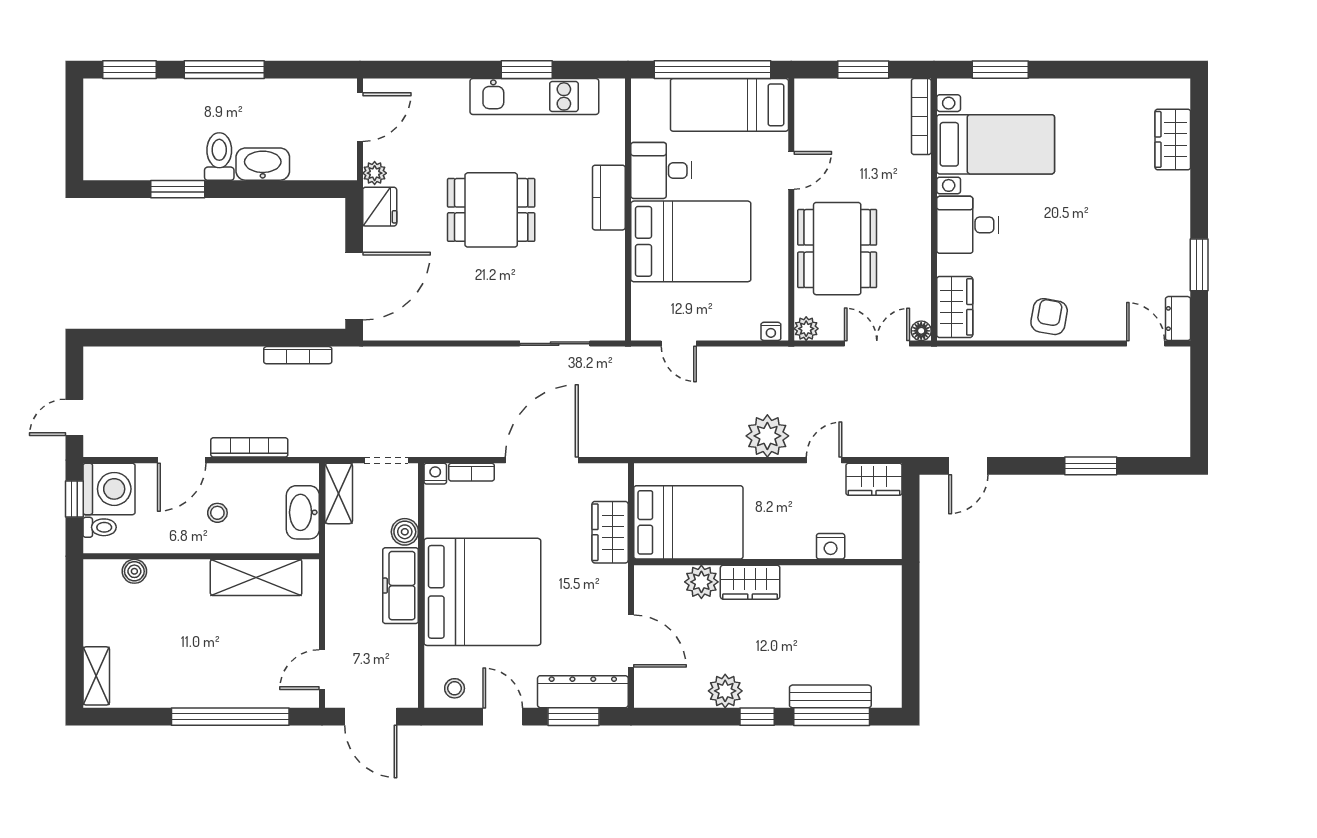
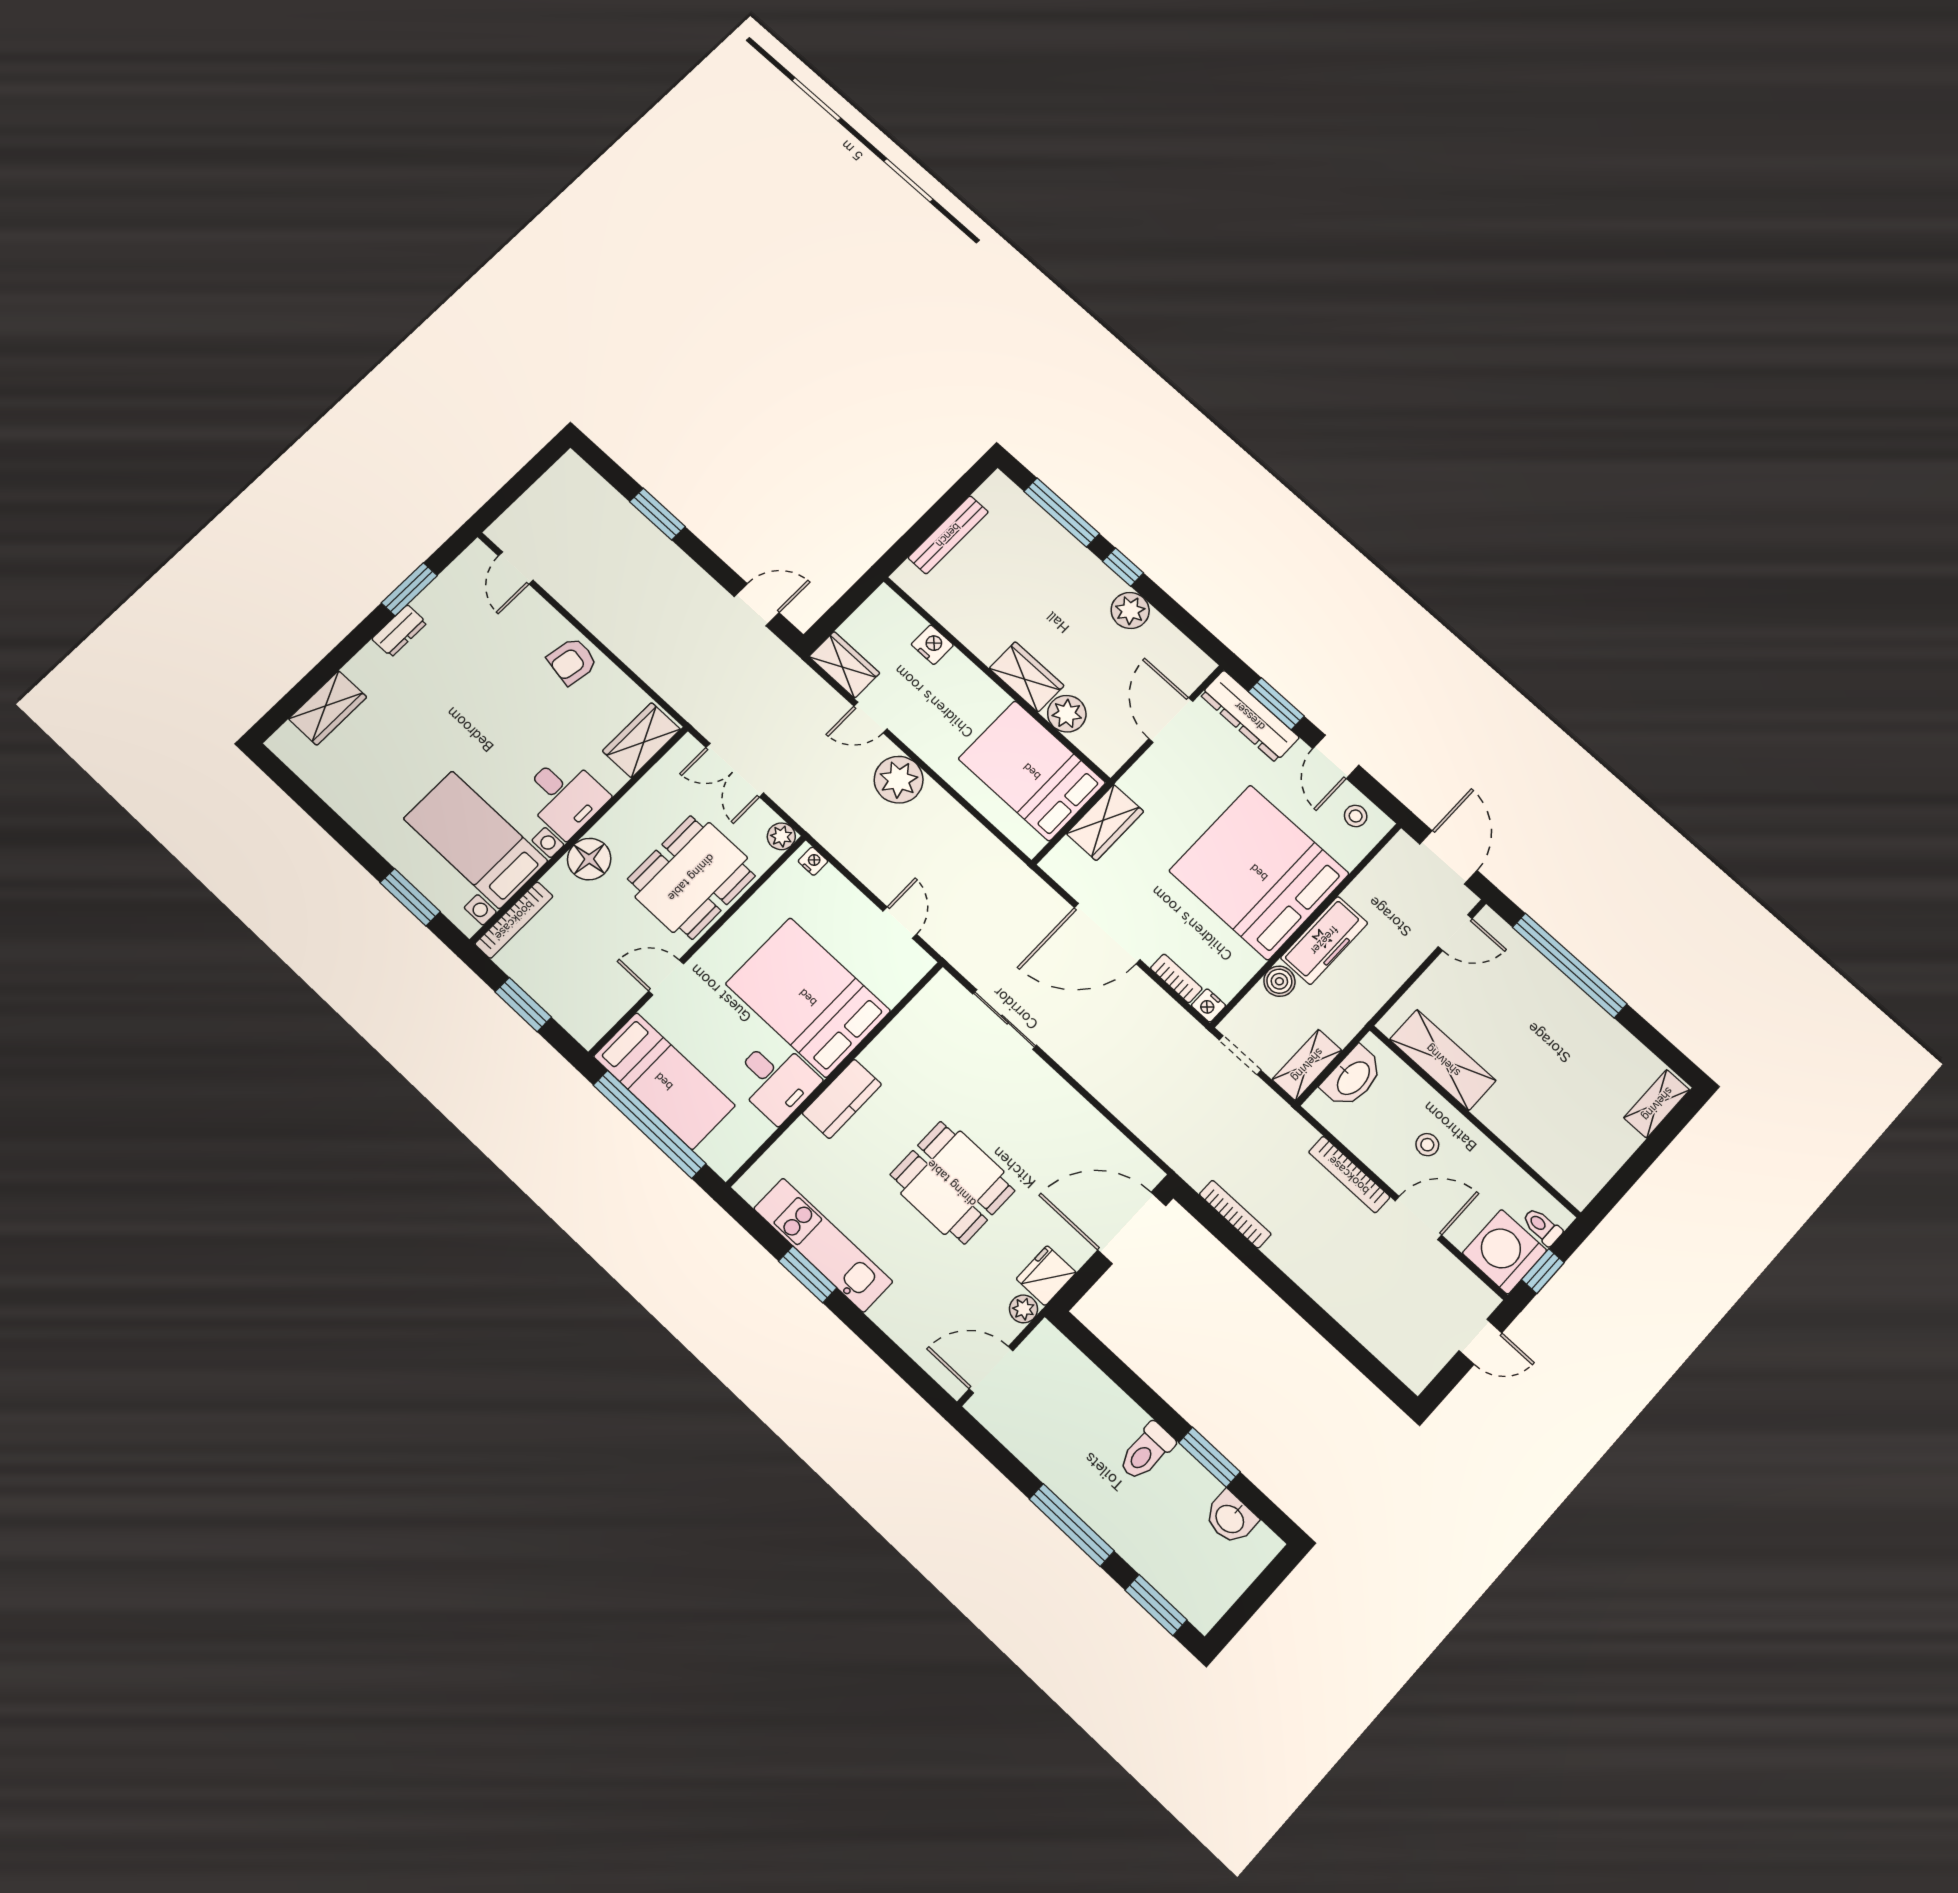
washbasin: (263, 164) -> (1231, 1518), moved, width x0.72
dresser: (1178, 319) -> (399, 631), moved
floor lamp: (921, 331) -> (589, 859), moved, width x1.89, depth x1.89
boiler: (134, 571) -> (1545, 1161), removed
bench: (830, 696) -> (948, 535), moved, turned 90

